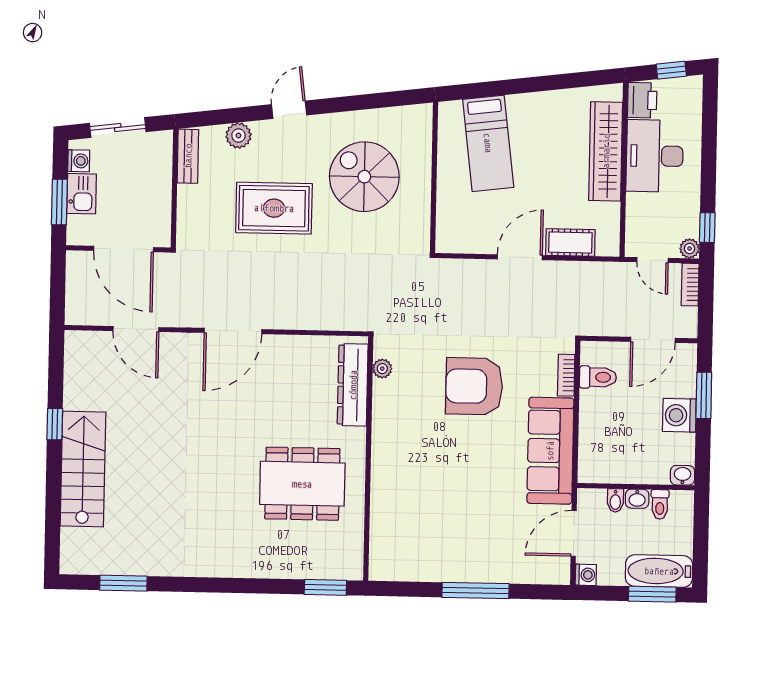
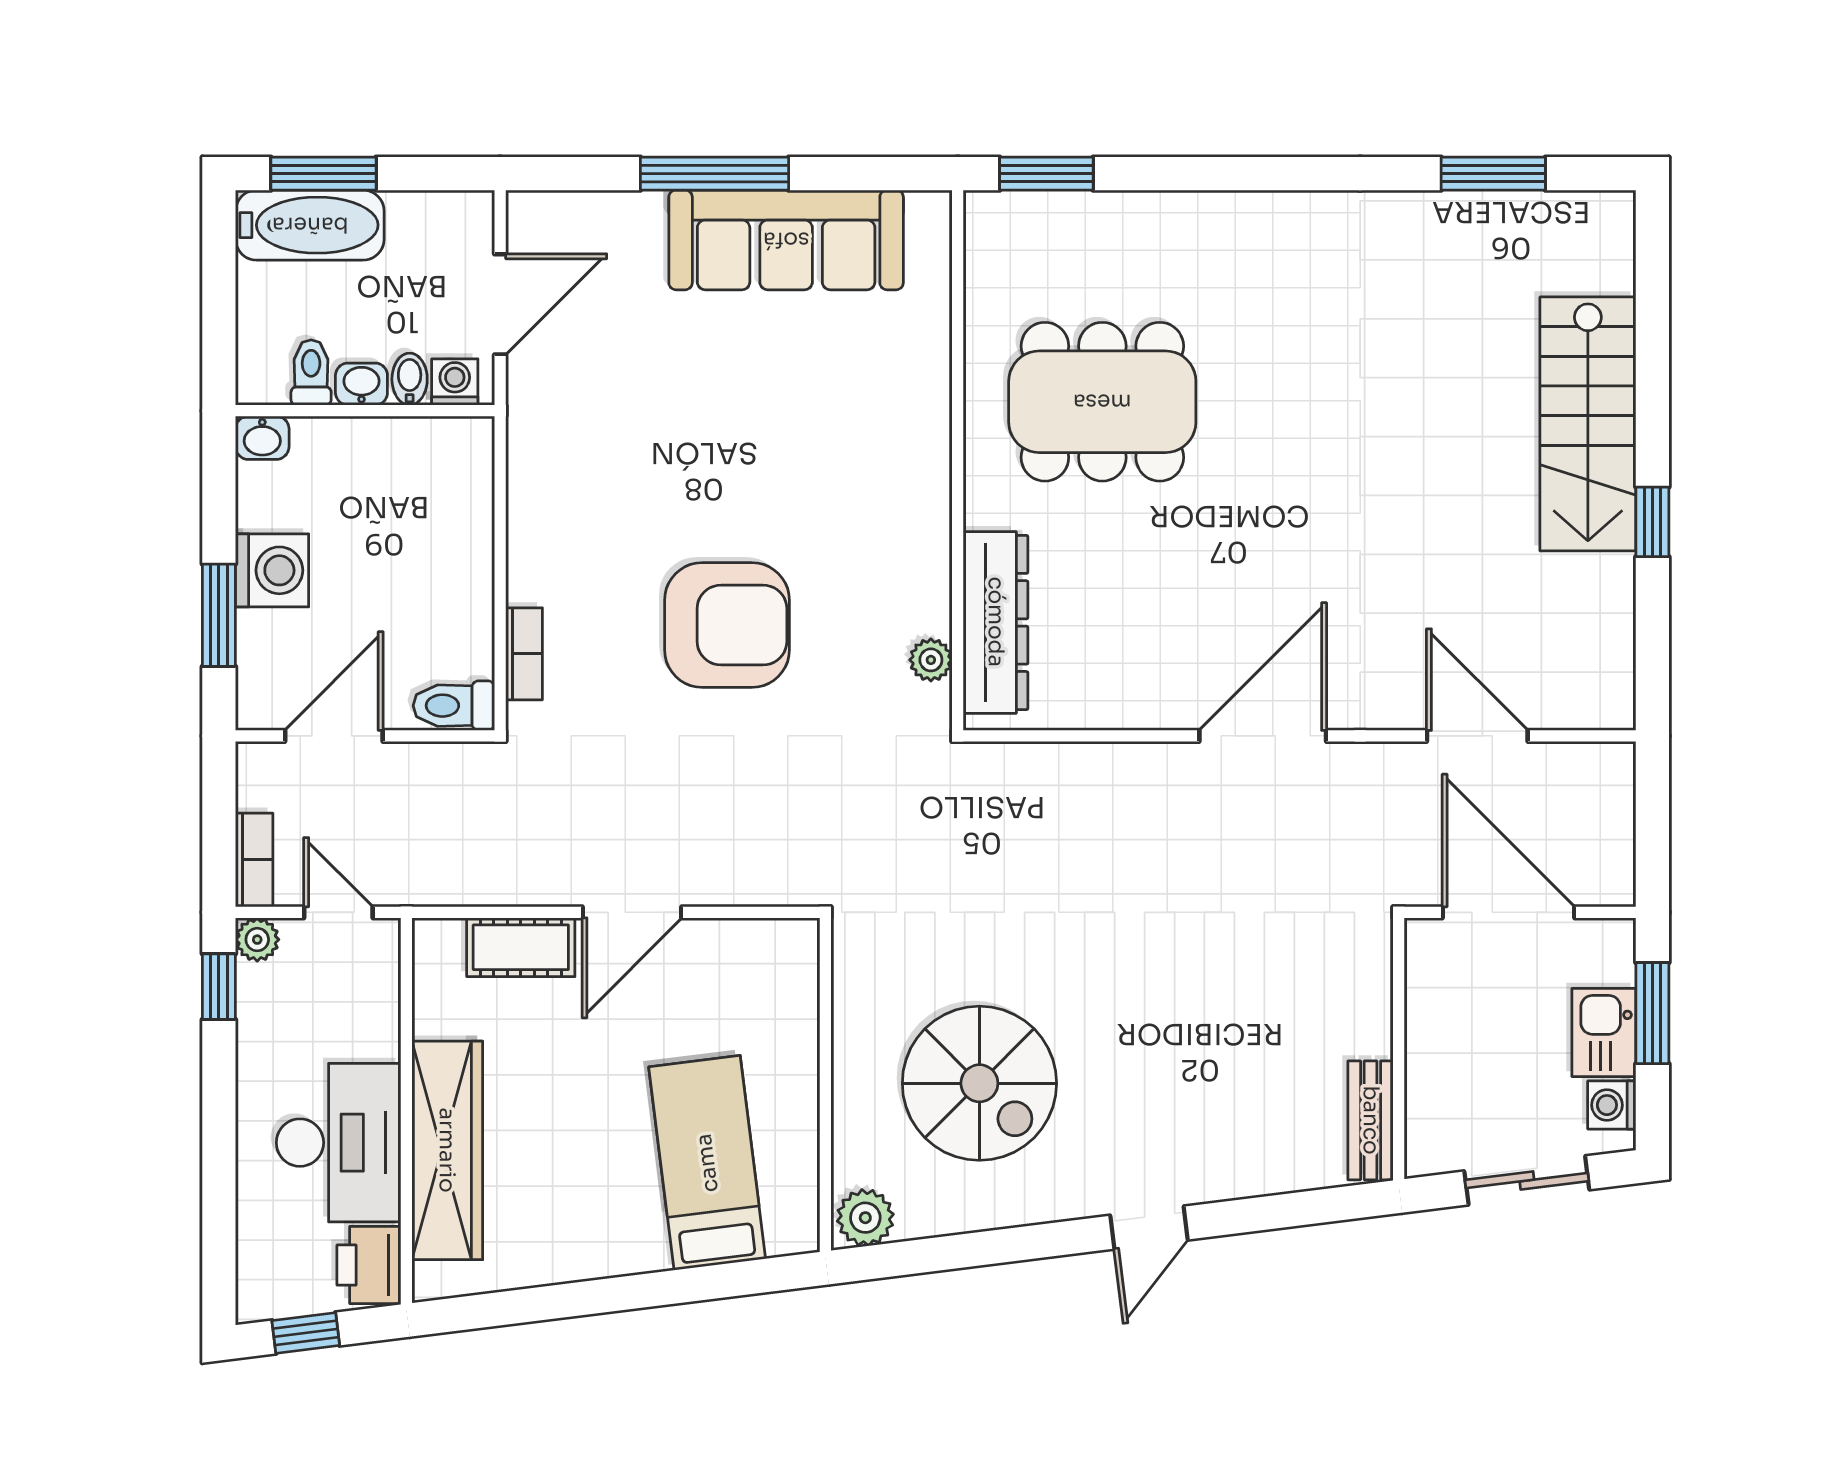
plant: (238, 136) -> (865, 1218), moved
rug: (274, 208) -> (1178, 1009), removed
toilet: (598, 377) -> (454, 706), moved
sofa: (550, 451) -> (786, 240), moved, turned 90
washing machine: (586, 575) -> (455, 382), moved, turned 90

